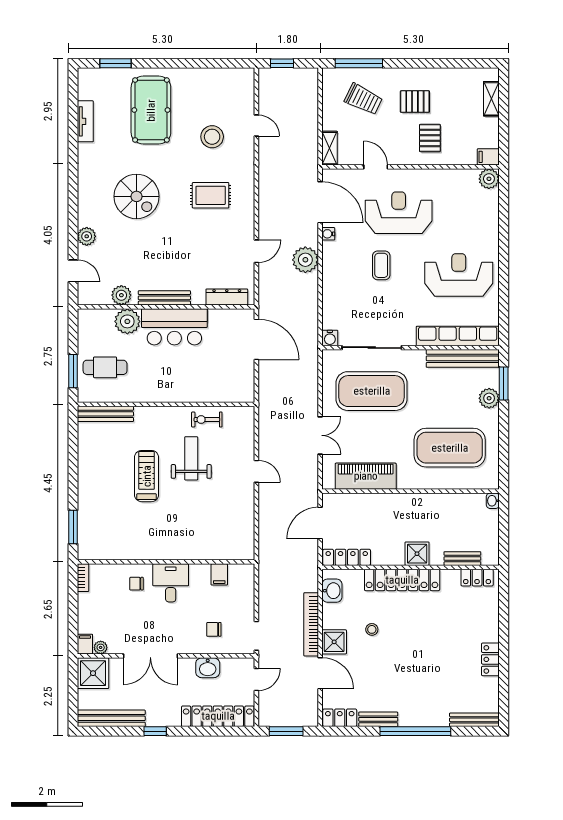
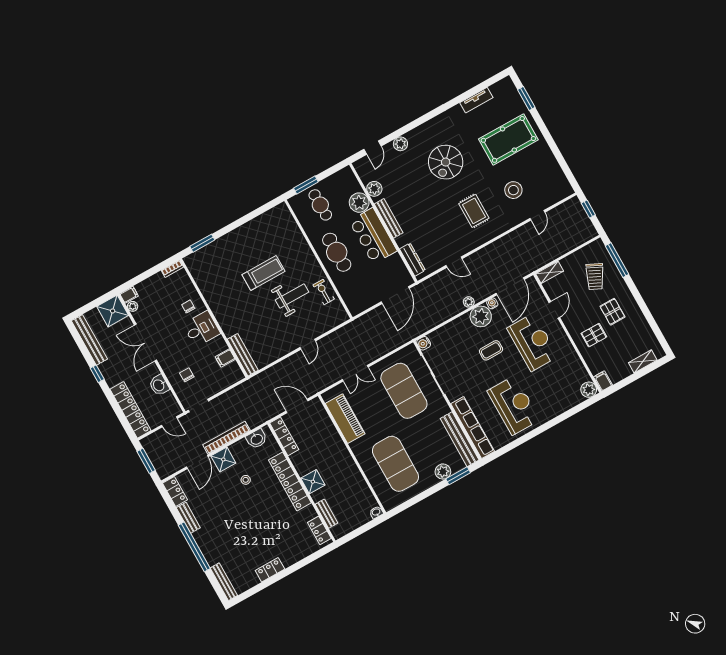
plant: (336, 255) -> (481, 316), added
plant: (305, 260) -> (469, 302), width x0.53, depth x0.53
cafe table: (170, 379) -> (337, 252), added
bench: (105, 414) -> (243, 355), moved

